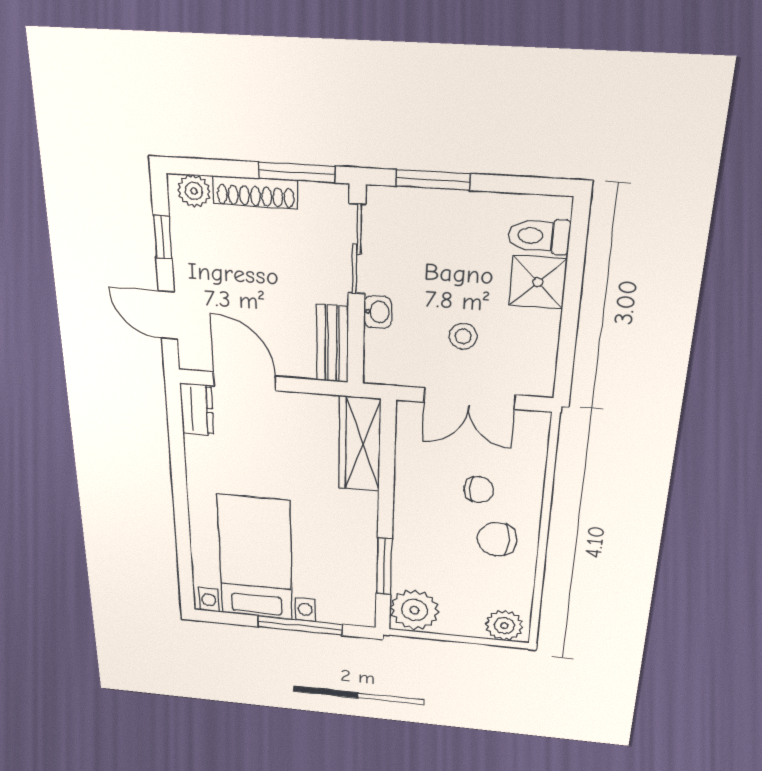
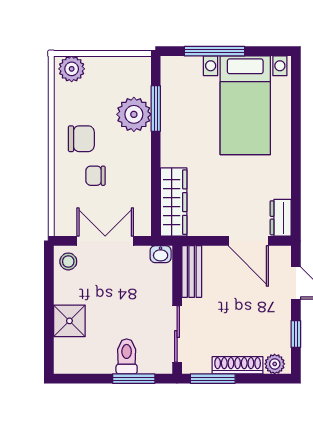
toilet: (539, 236) -> (127, 356), moved, turned -90
washbasin: (378, 312) -> (161, 254), moved, turned -90
stool: (463, 336) -> (68, 261), moved
plant: (414, 610) -> (134, 114), moved

